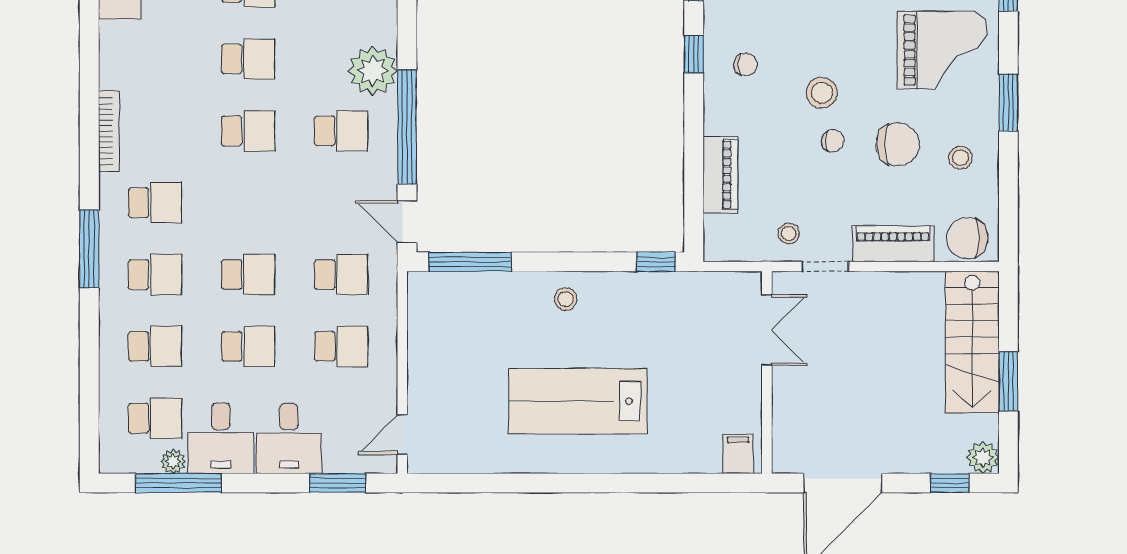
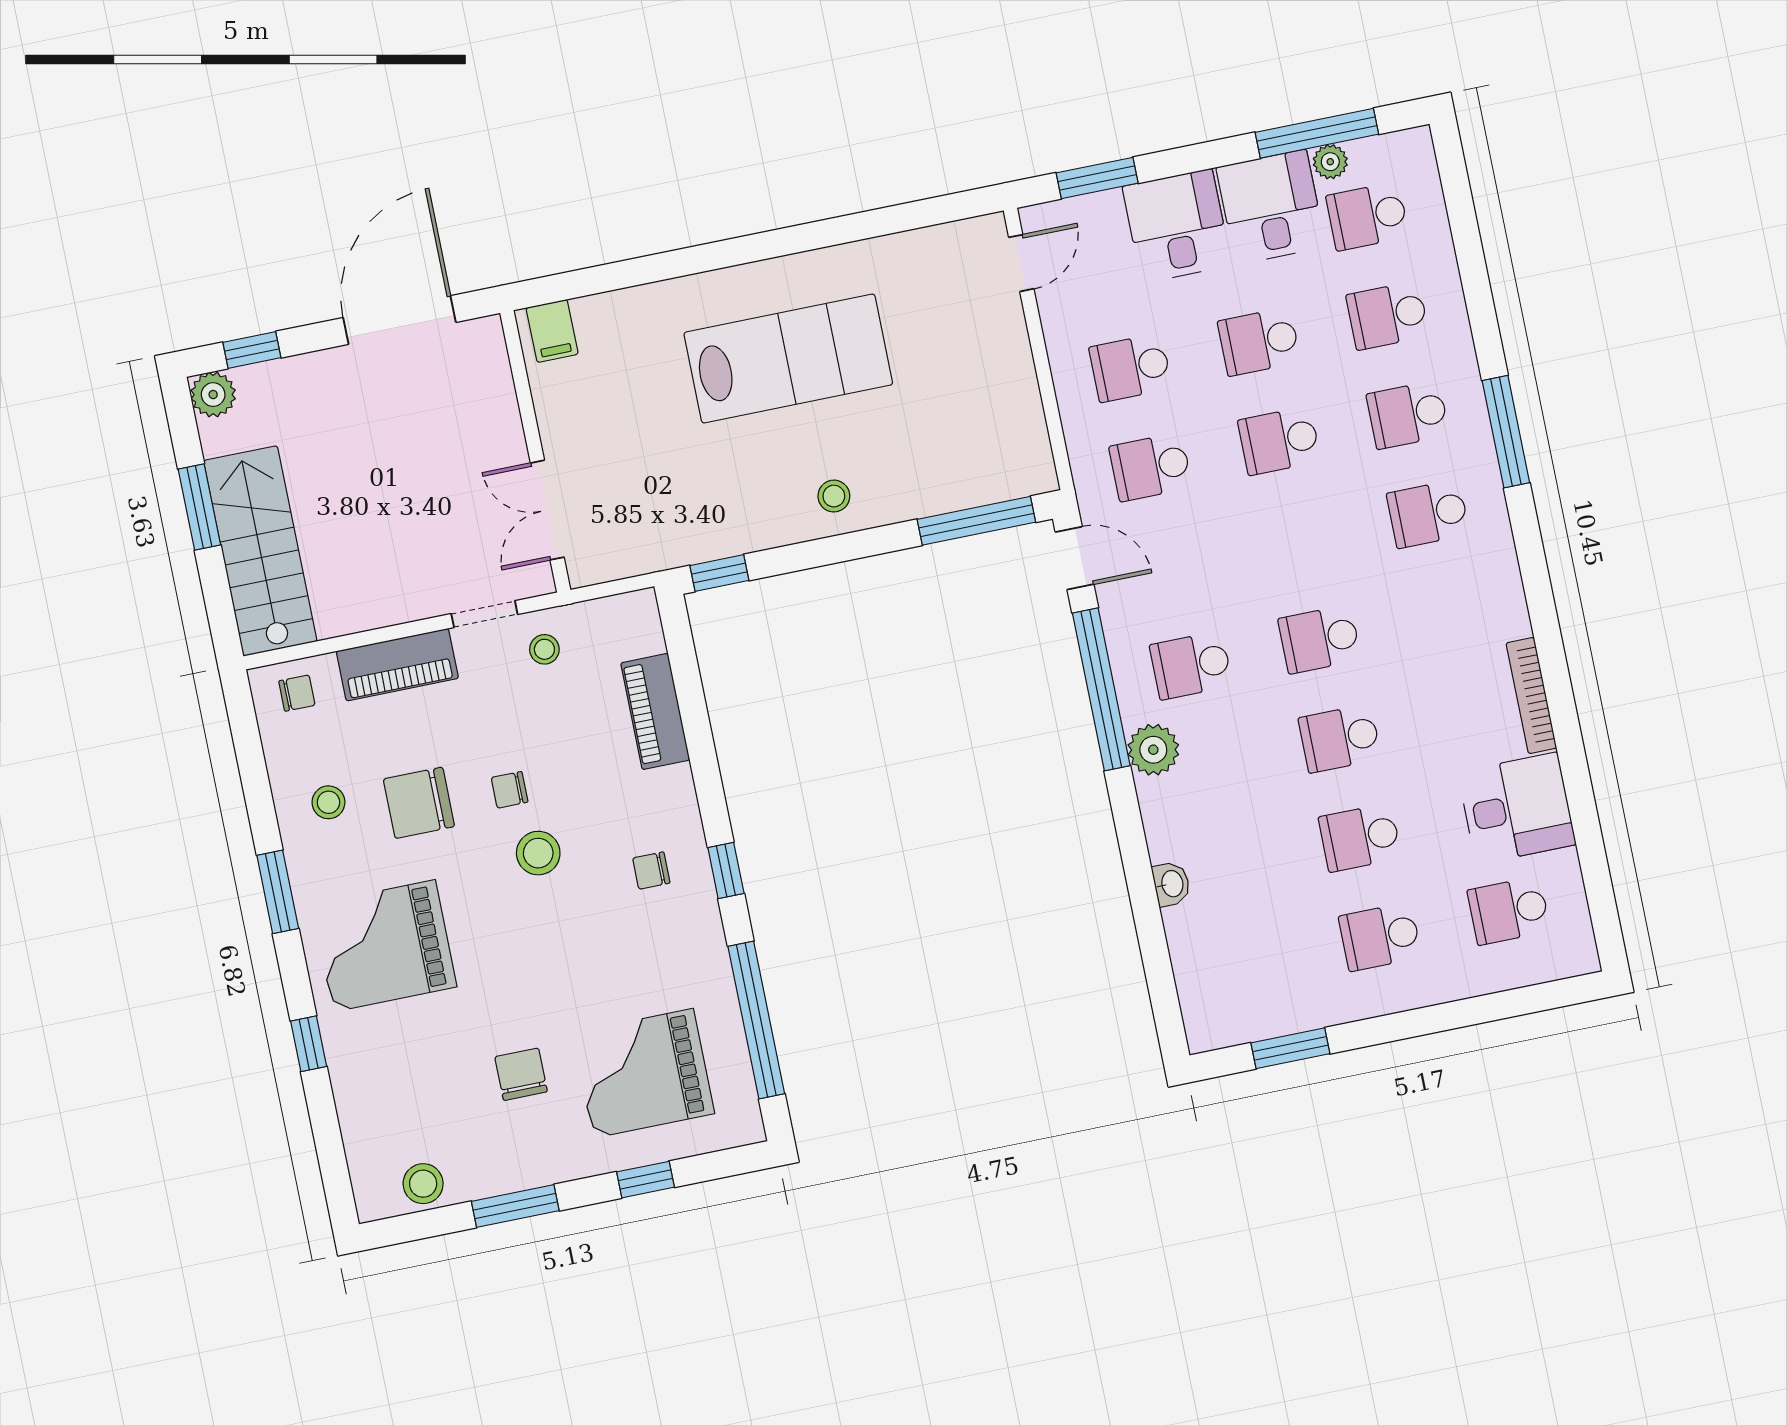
plant: (373, 71) -> (1153, 750), width x0.73, depth x0.73
bookcase: (109, 131) -> (1531, 696), moved
chair: (967, 238) -> (297, 693), width x0.54, depth x0.54

